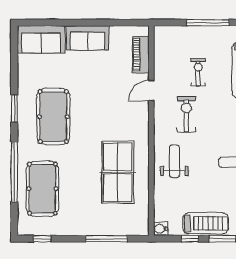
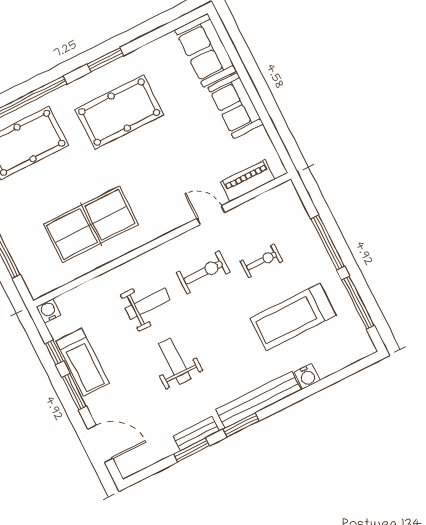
weight bench: (174, 161) -> (148, 304), moved

